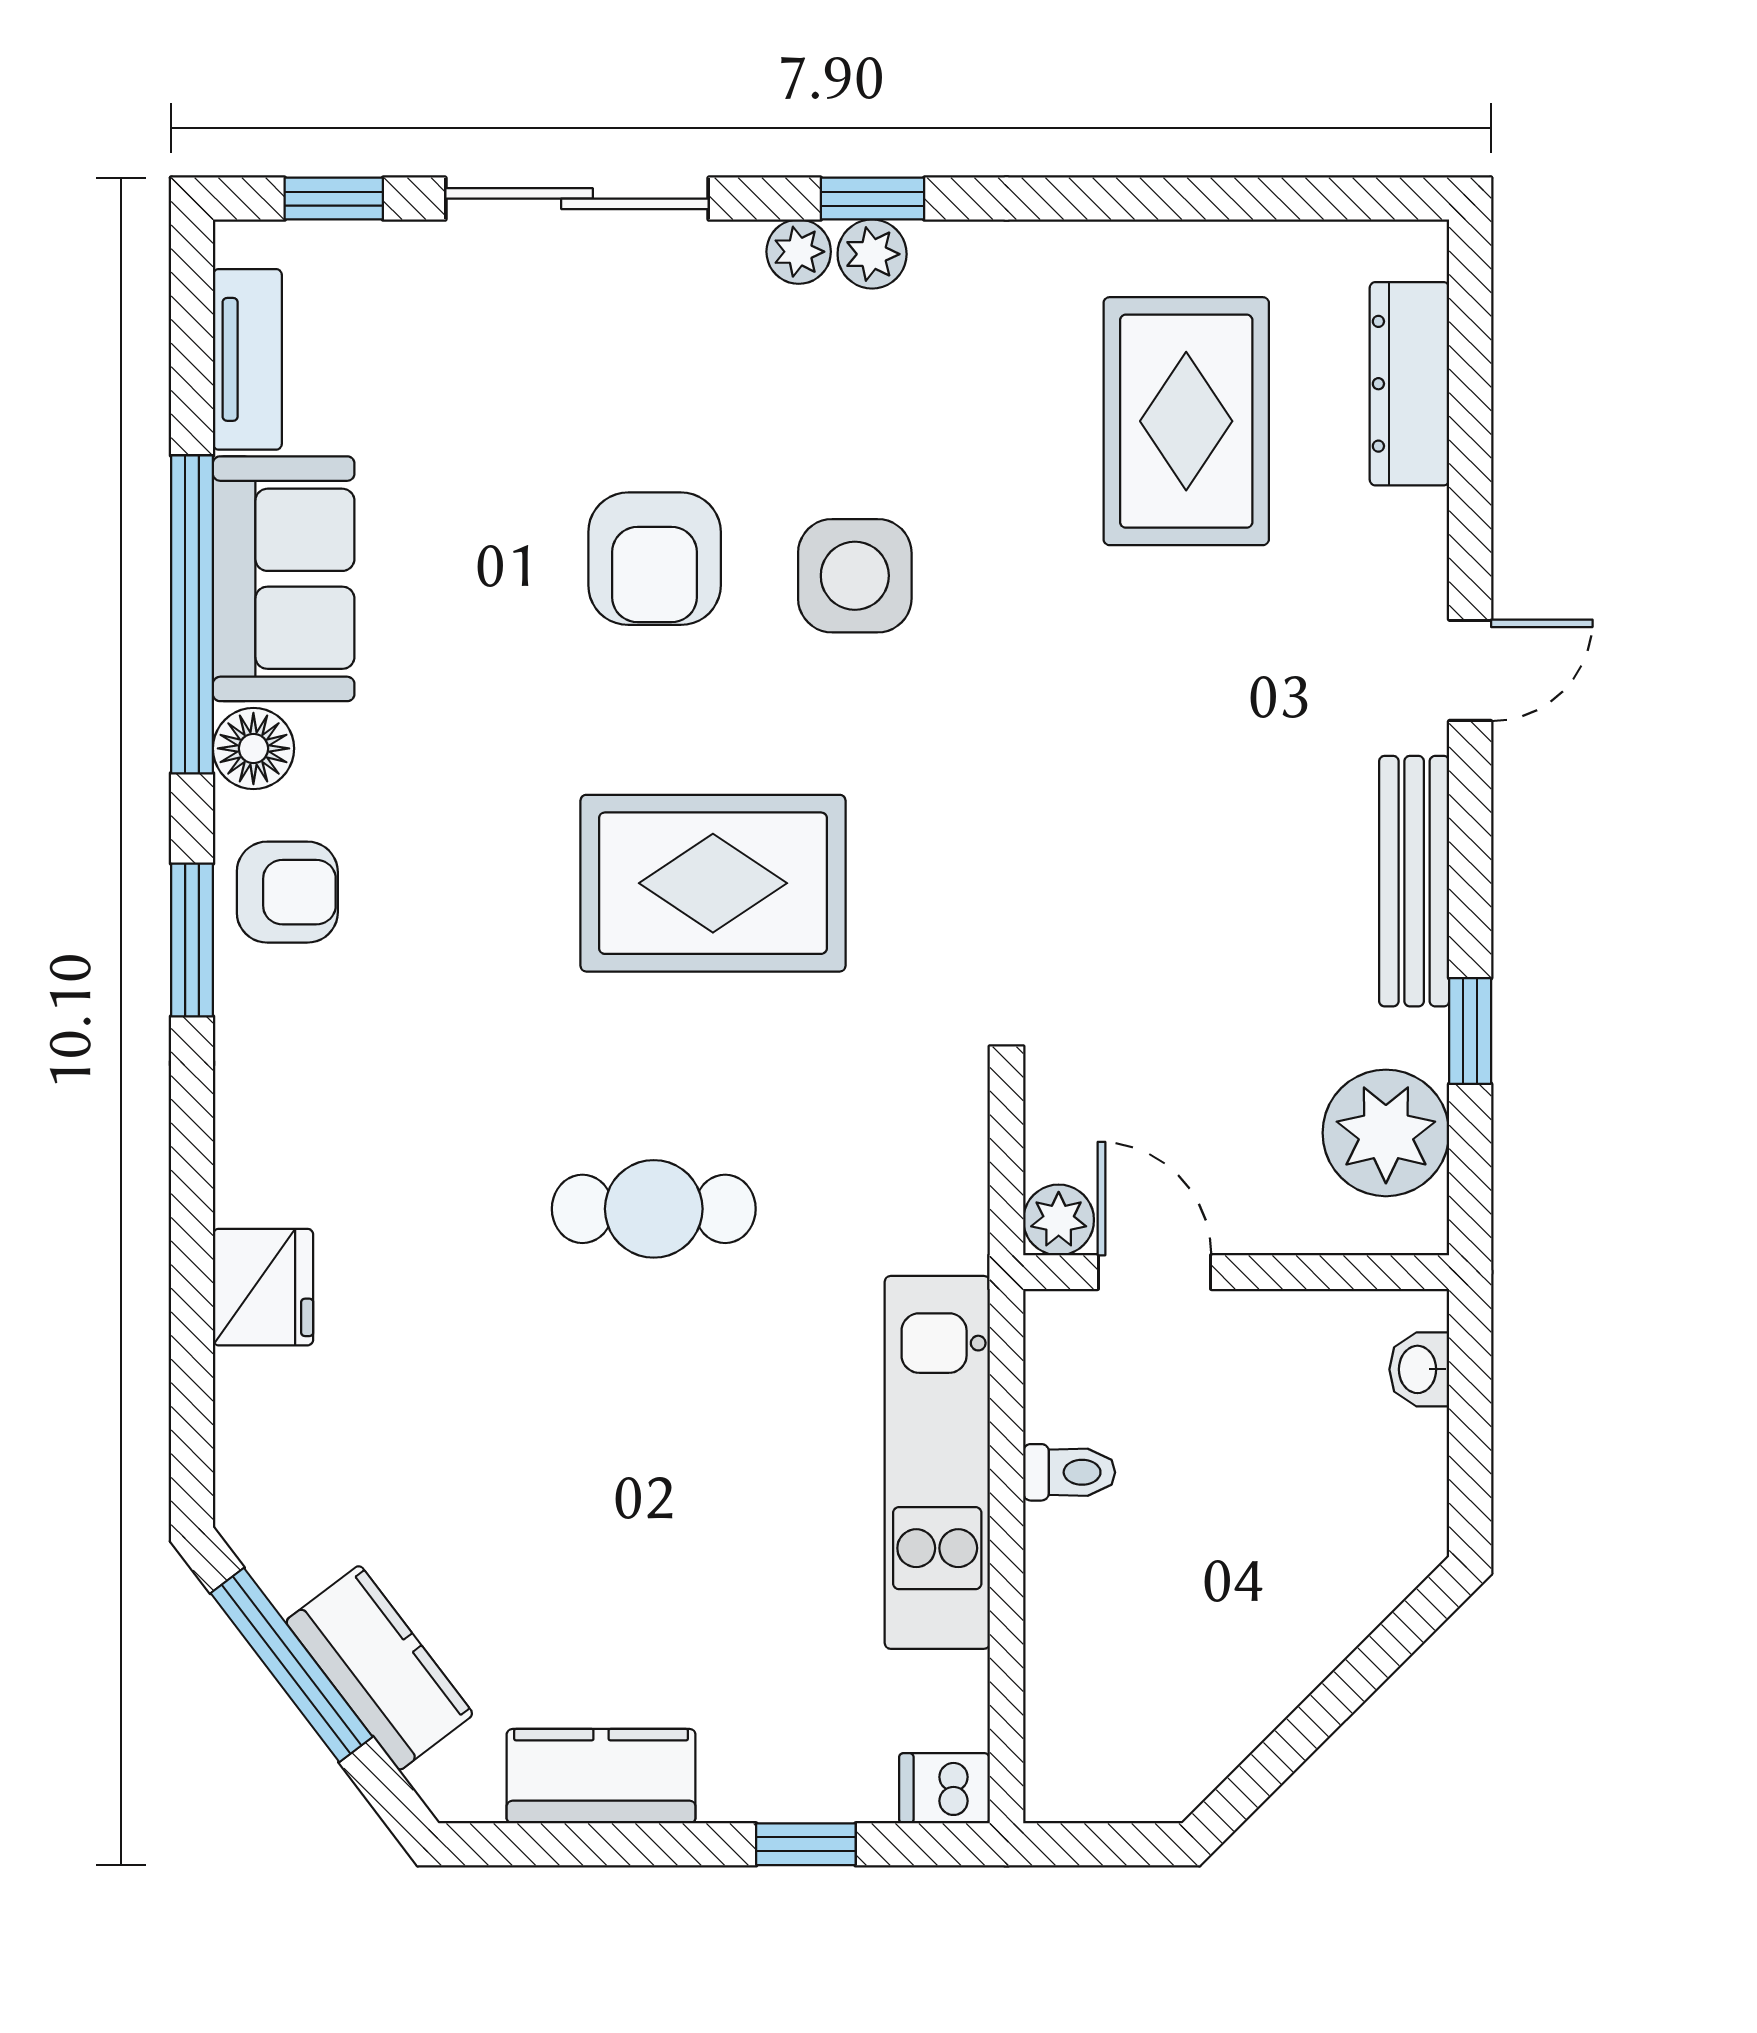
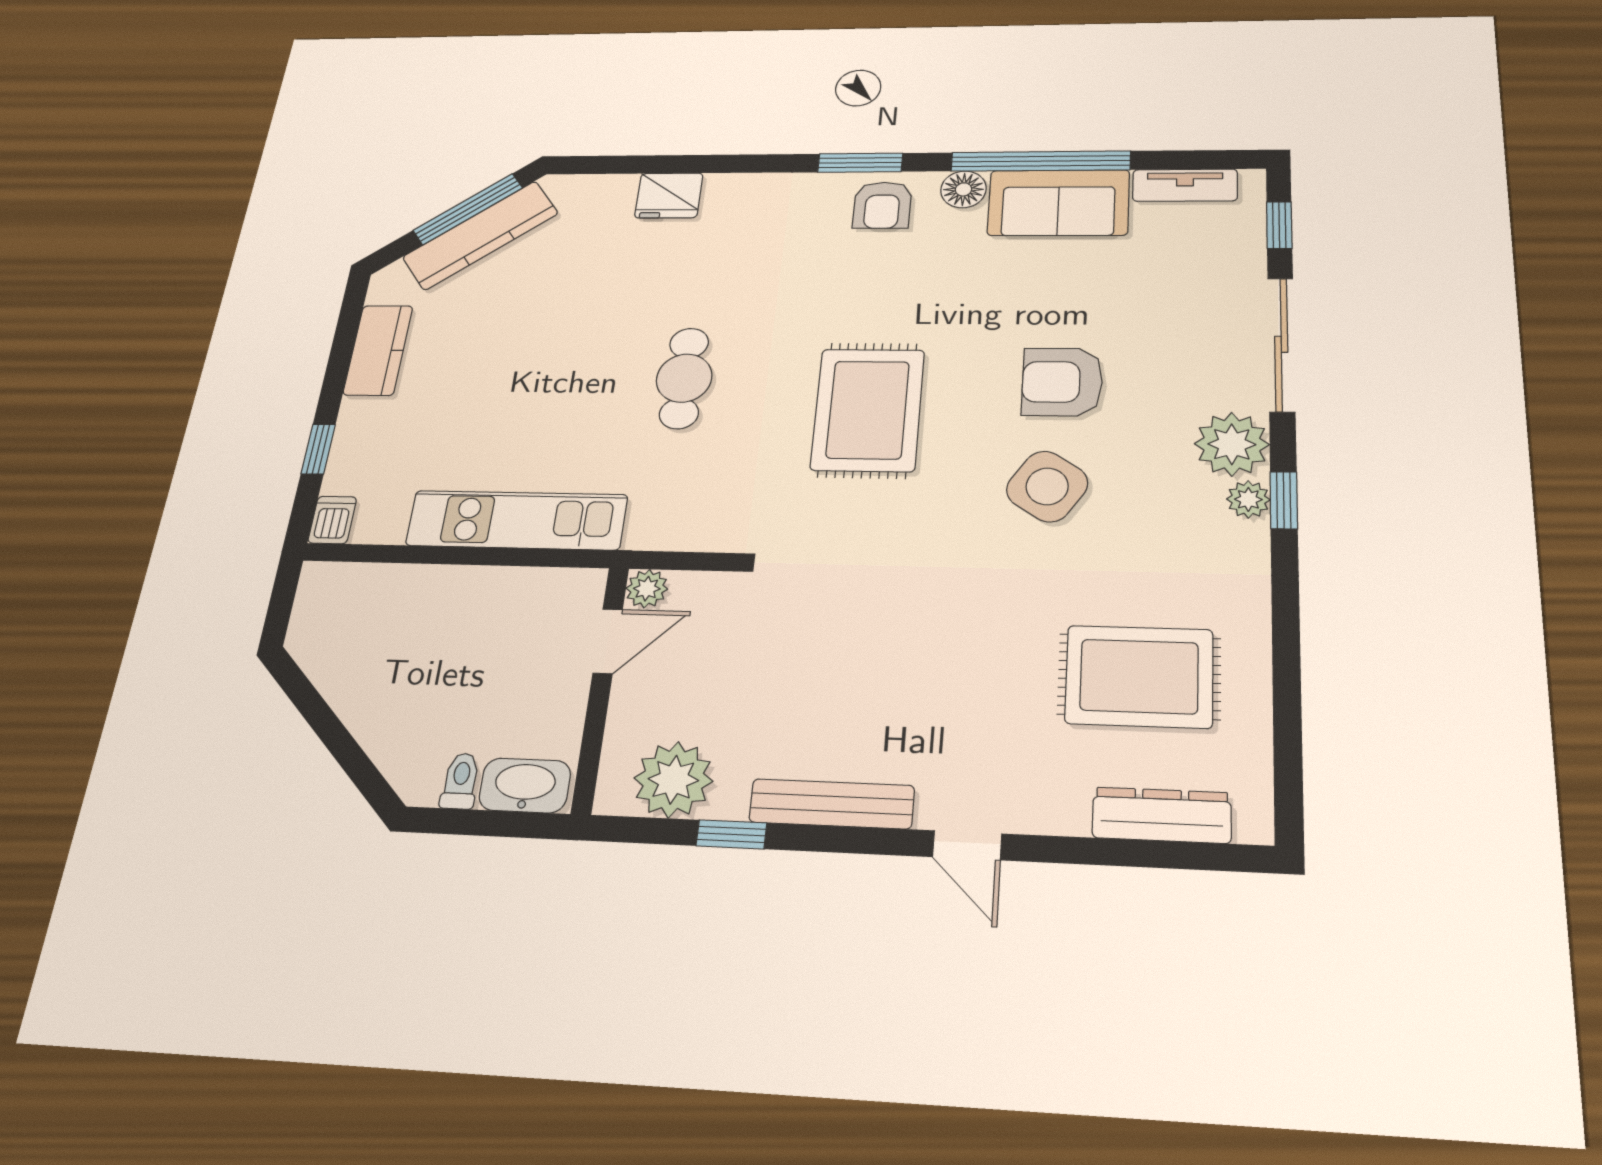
plant: (799, 252) -> (1232, 444), width x1.88, depth x1.88
side table: (855, 576) -> (1047, 486), turned 34
washbasin: (1419, 1369) -> (525, 785), width x1.91, depth x1.45
toilet: (1069, 1472) -> (460, 781), moved, turned 180
kitchen counter: (379, 1668) -> (480, 235), width x1.50

